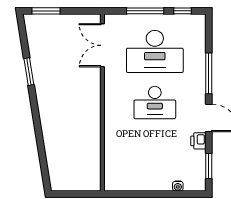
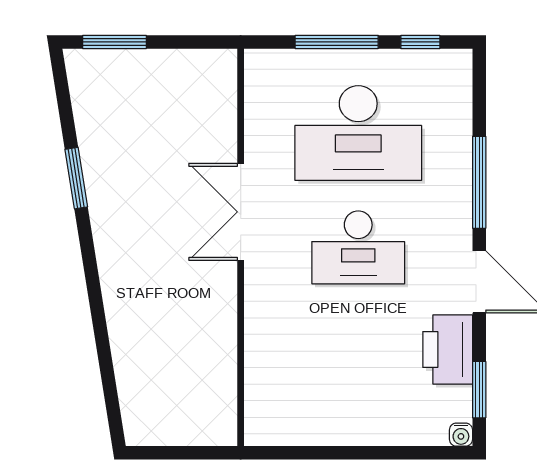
double door: (102, 45) -> (241, 212), moved
printer: (198, 141) -> (448, 349), width x1.87, depth x1.48
water cooler: (178, 186) -> (461, 435), moved

